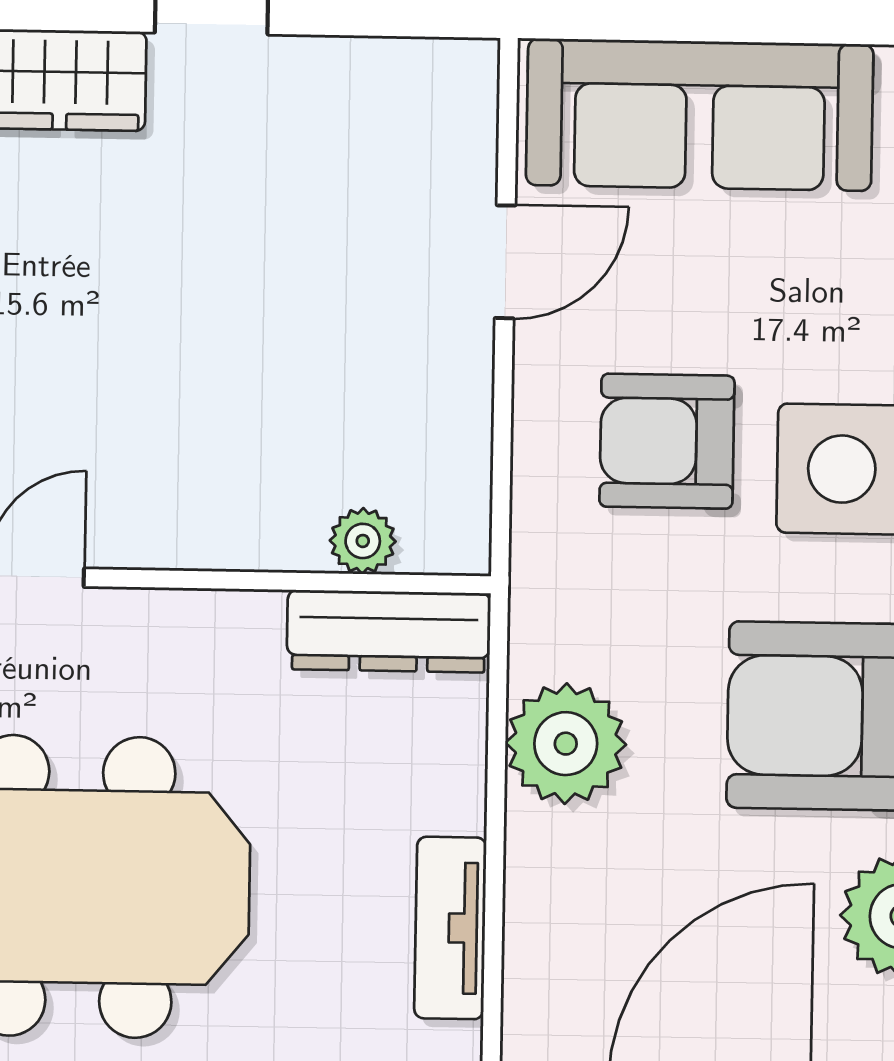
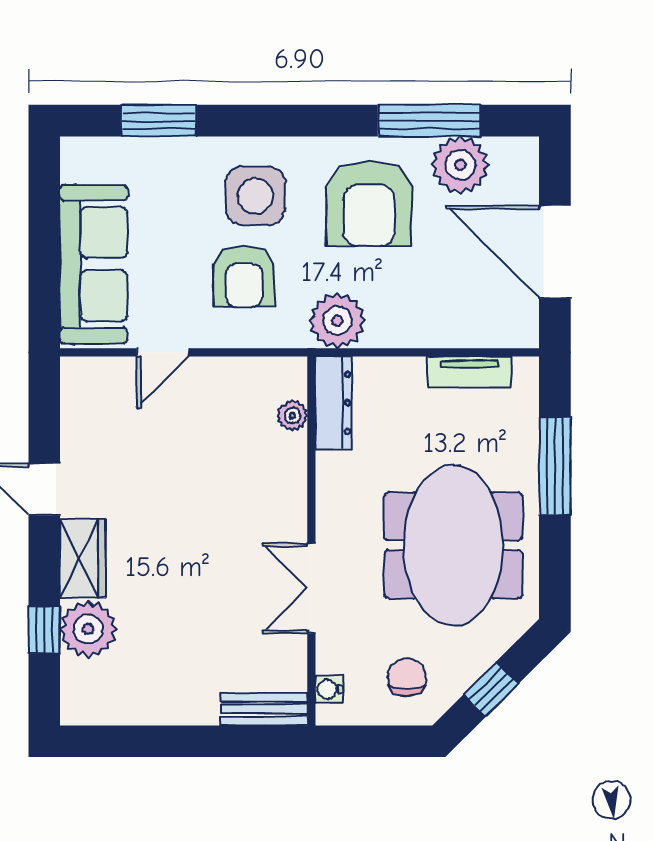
door: (505, 262) -> (163, 352), swing flipped
plant: (566, 744) -> (337, 321), moved

